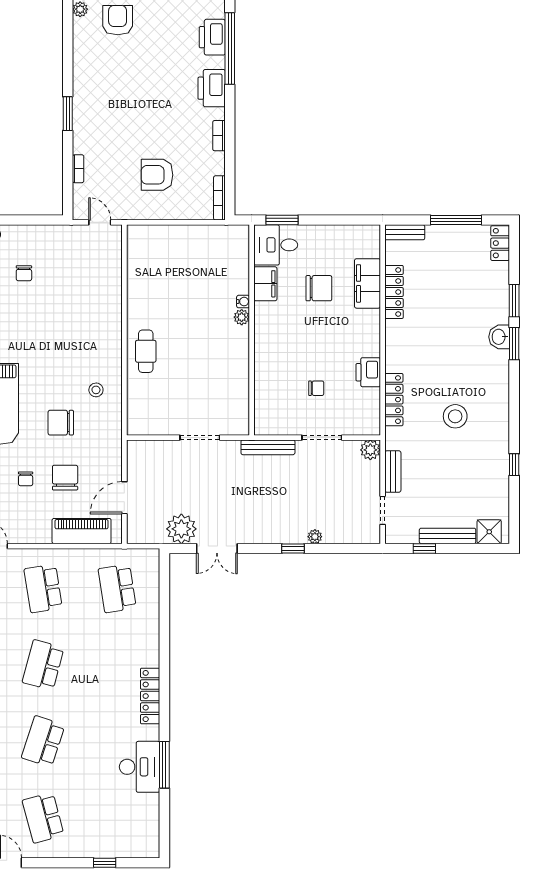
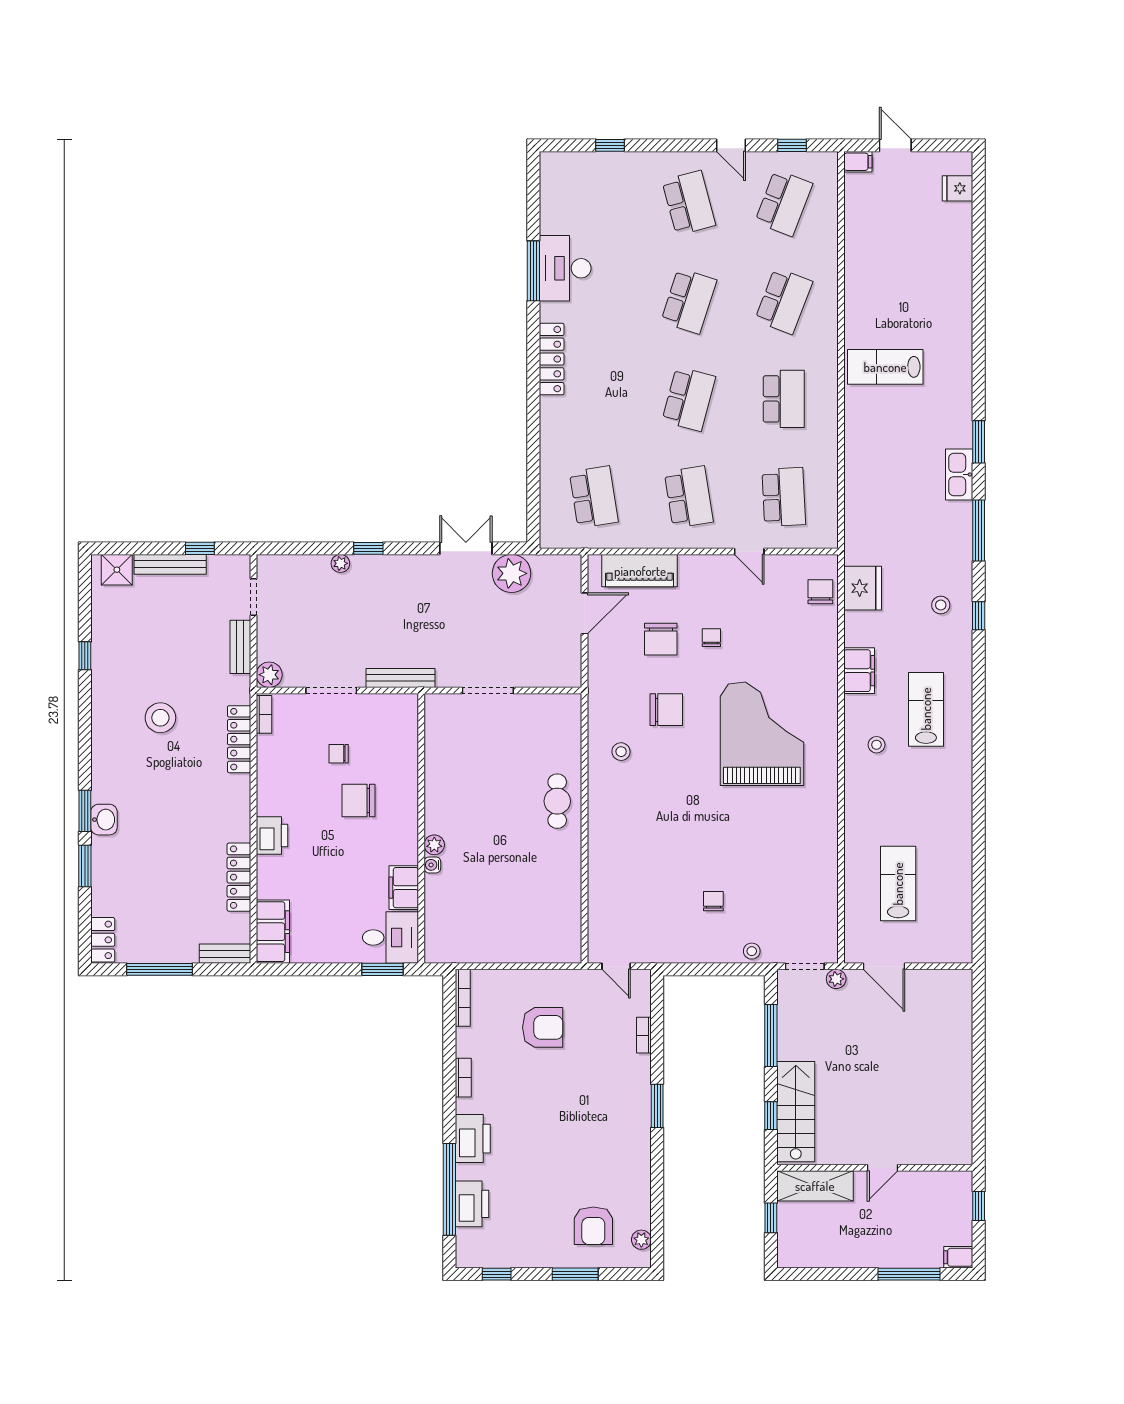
filing cabinet: (368, 283) -> (273, 932), moved
chair: (319, 288) -> (358, 800), moved
printer: (368, 372) -> (272, 835), moved
bookcase: (374, 419) -> (264, 714), added

